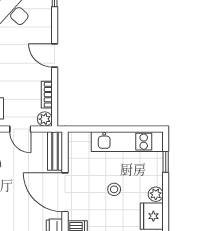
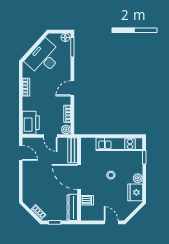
door: (55, 55) -> (72, 88), hinge flipped

